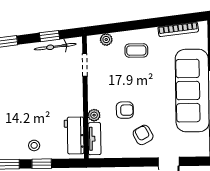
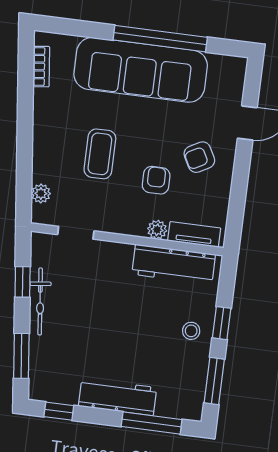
bookcase: (178, 29) -> (41, 67), width x0.64
bicycle: (55, 47) -> (40, 301), moved
coffee table: (136, 50) -> (100, 154), moved, width x1.36, depth x1.30
workbench: (74, 135) -> (174, 264), width x1.38

